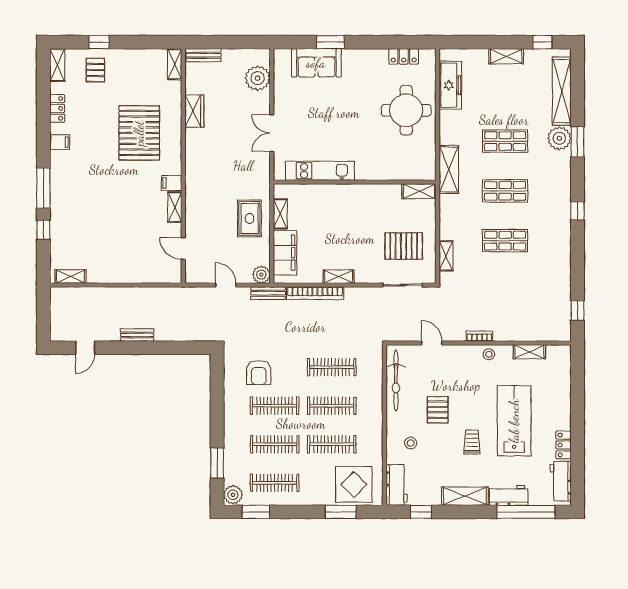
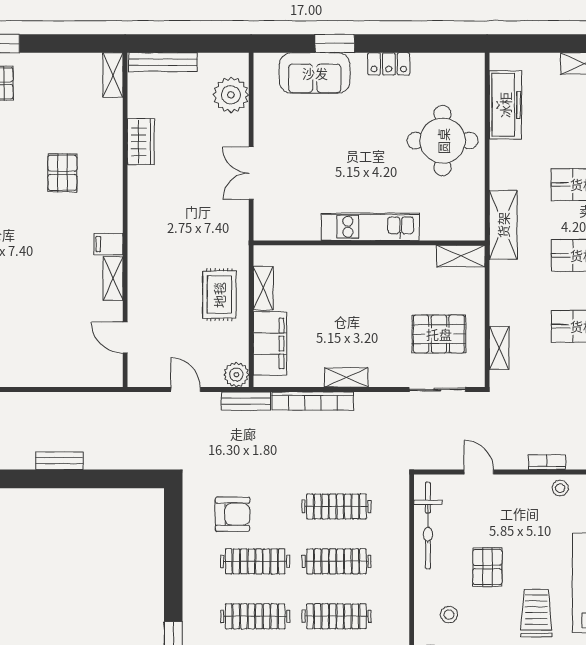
bench: (203, 55) -> (163, 62), width x1.36
locker: (404, 56) -> (389, 64), moved
pallet: (139, 133) -> (62, 173), width x0.49, depth x0.50
kitchen unit: (320, 171) -> (370, 227), moved
armchair: (259, 373) -> (233, 514), turned -90
trolley: (472, 442) -> (536, 613), width x1.36, depth x1.39

